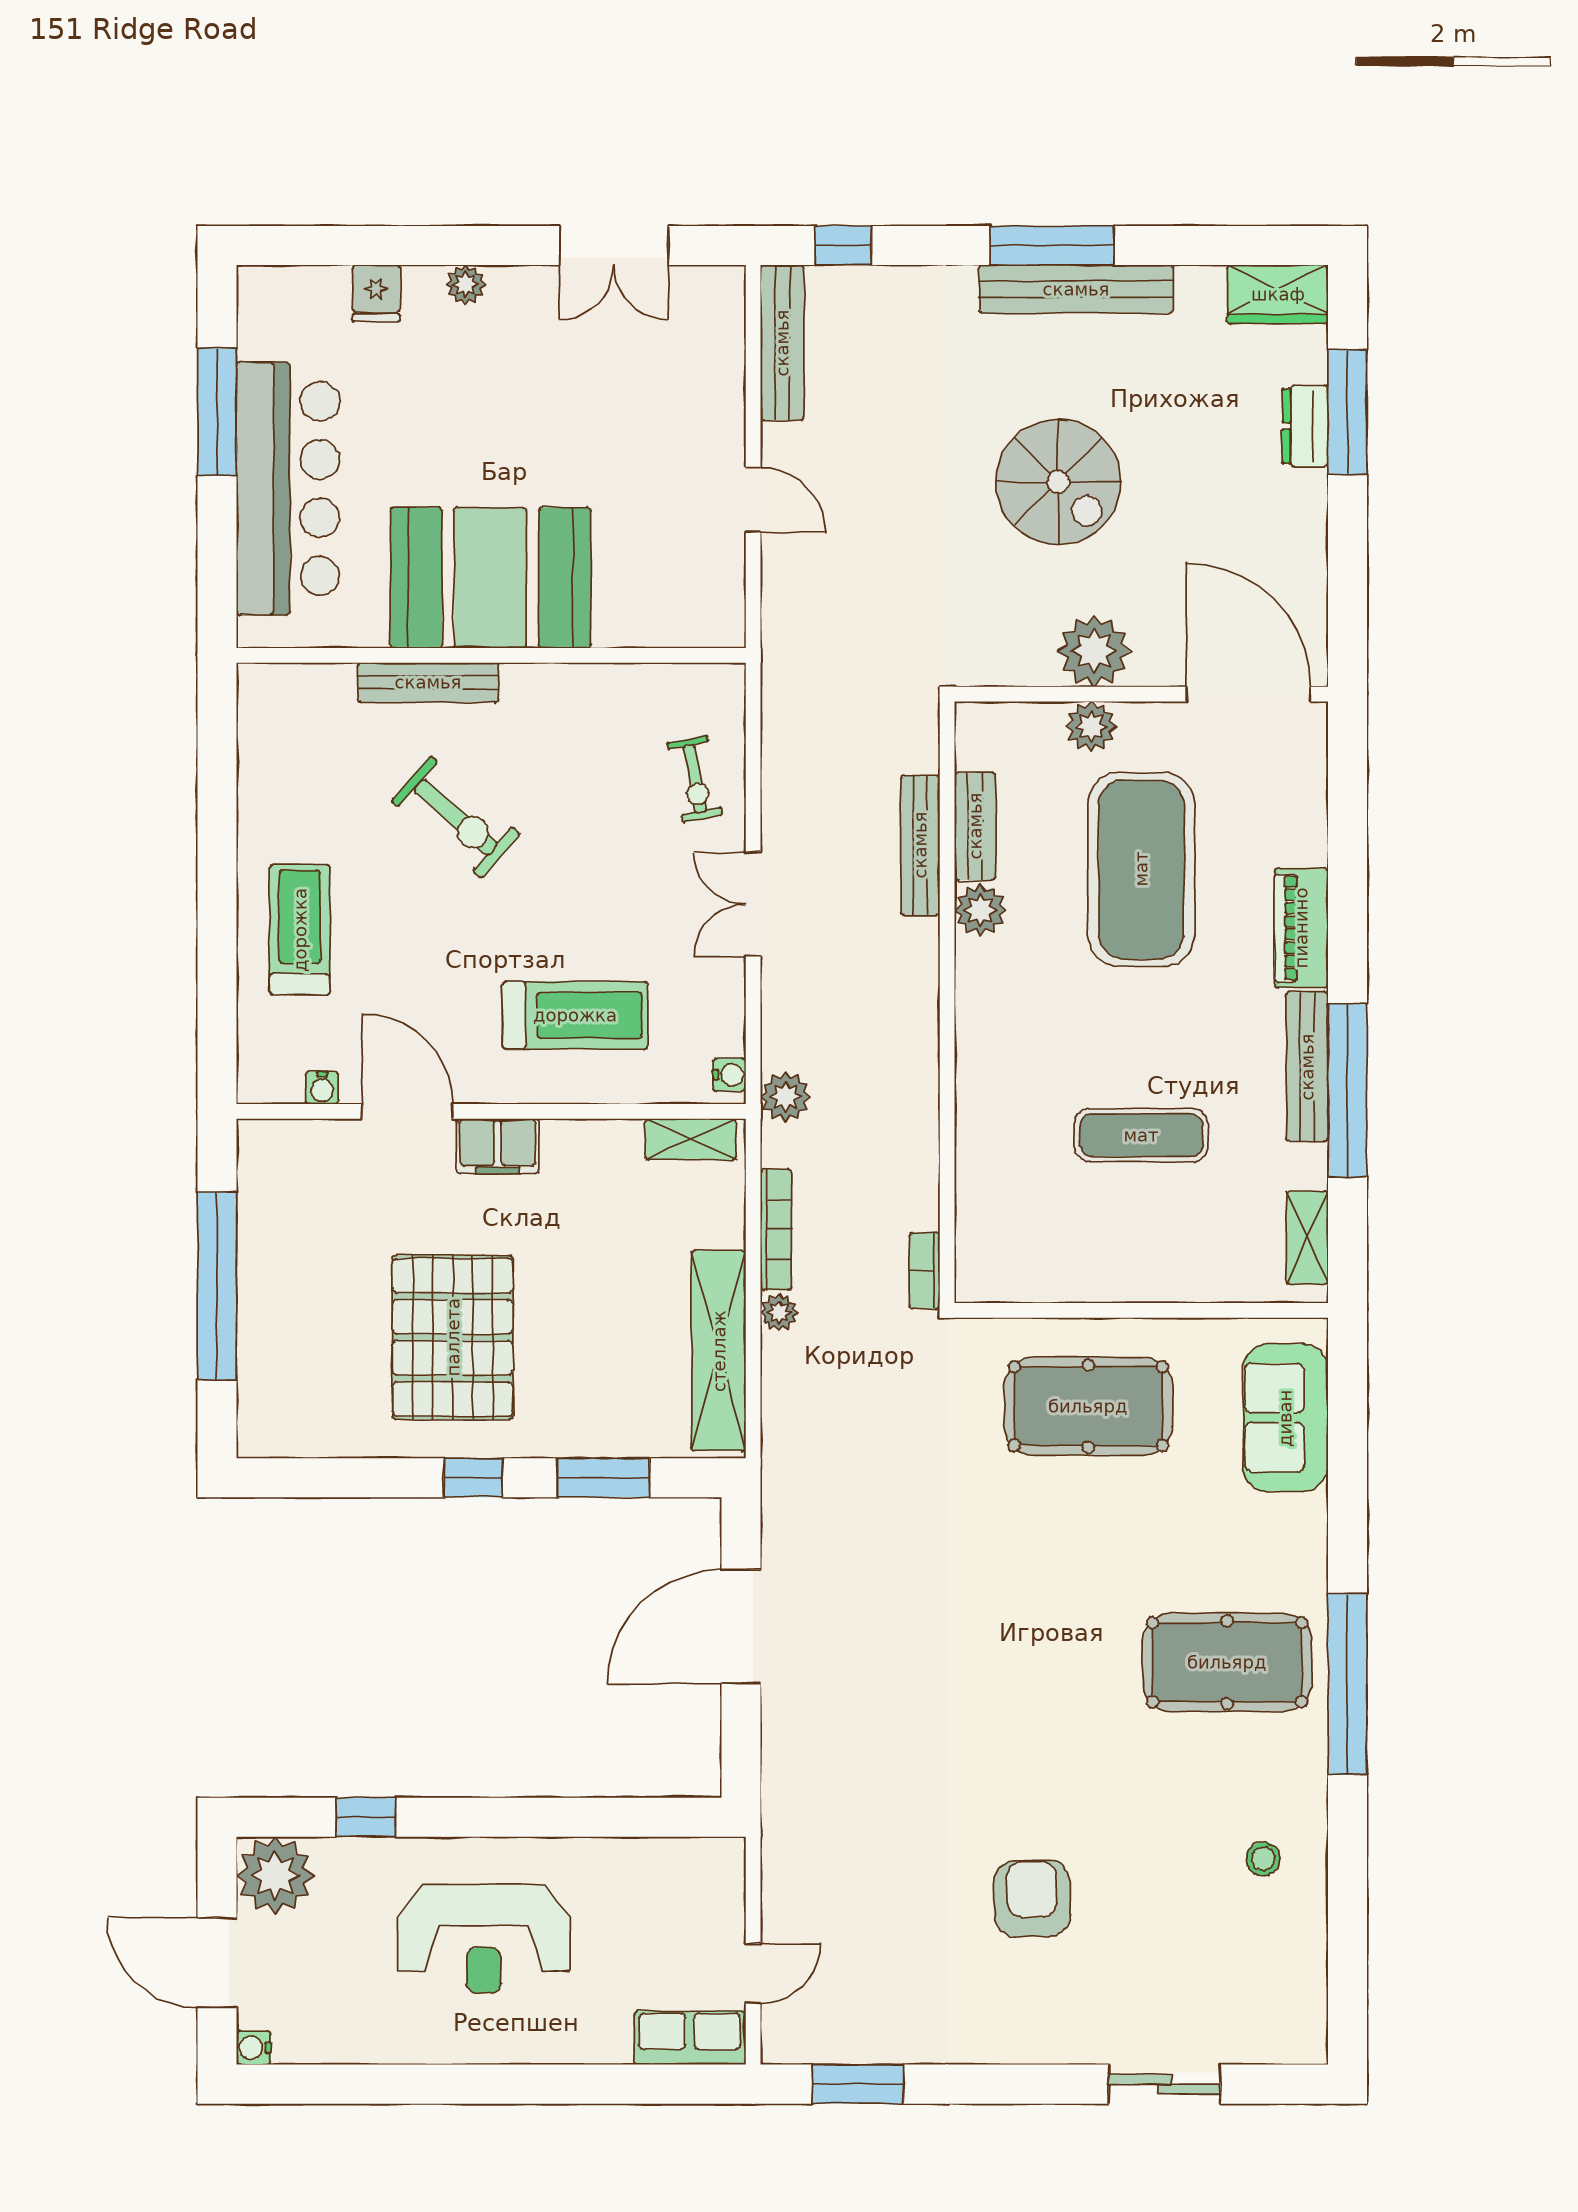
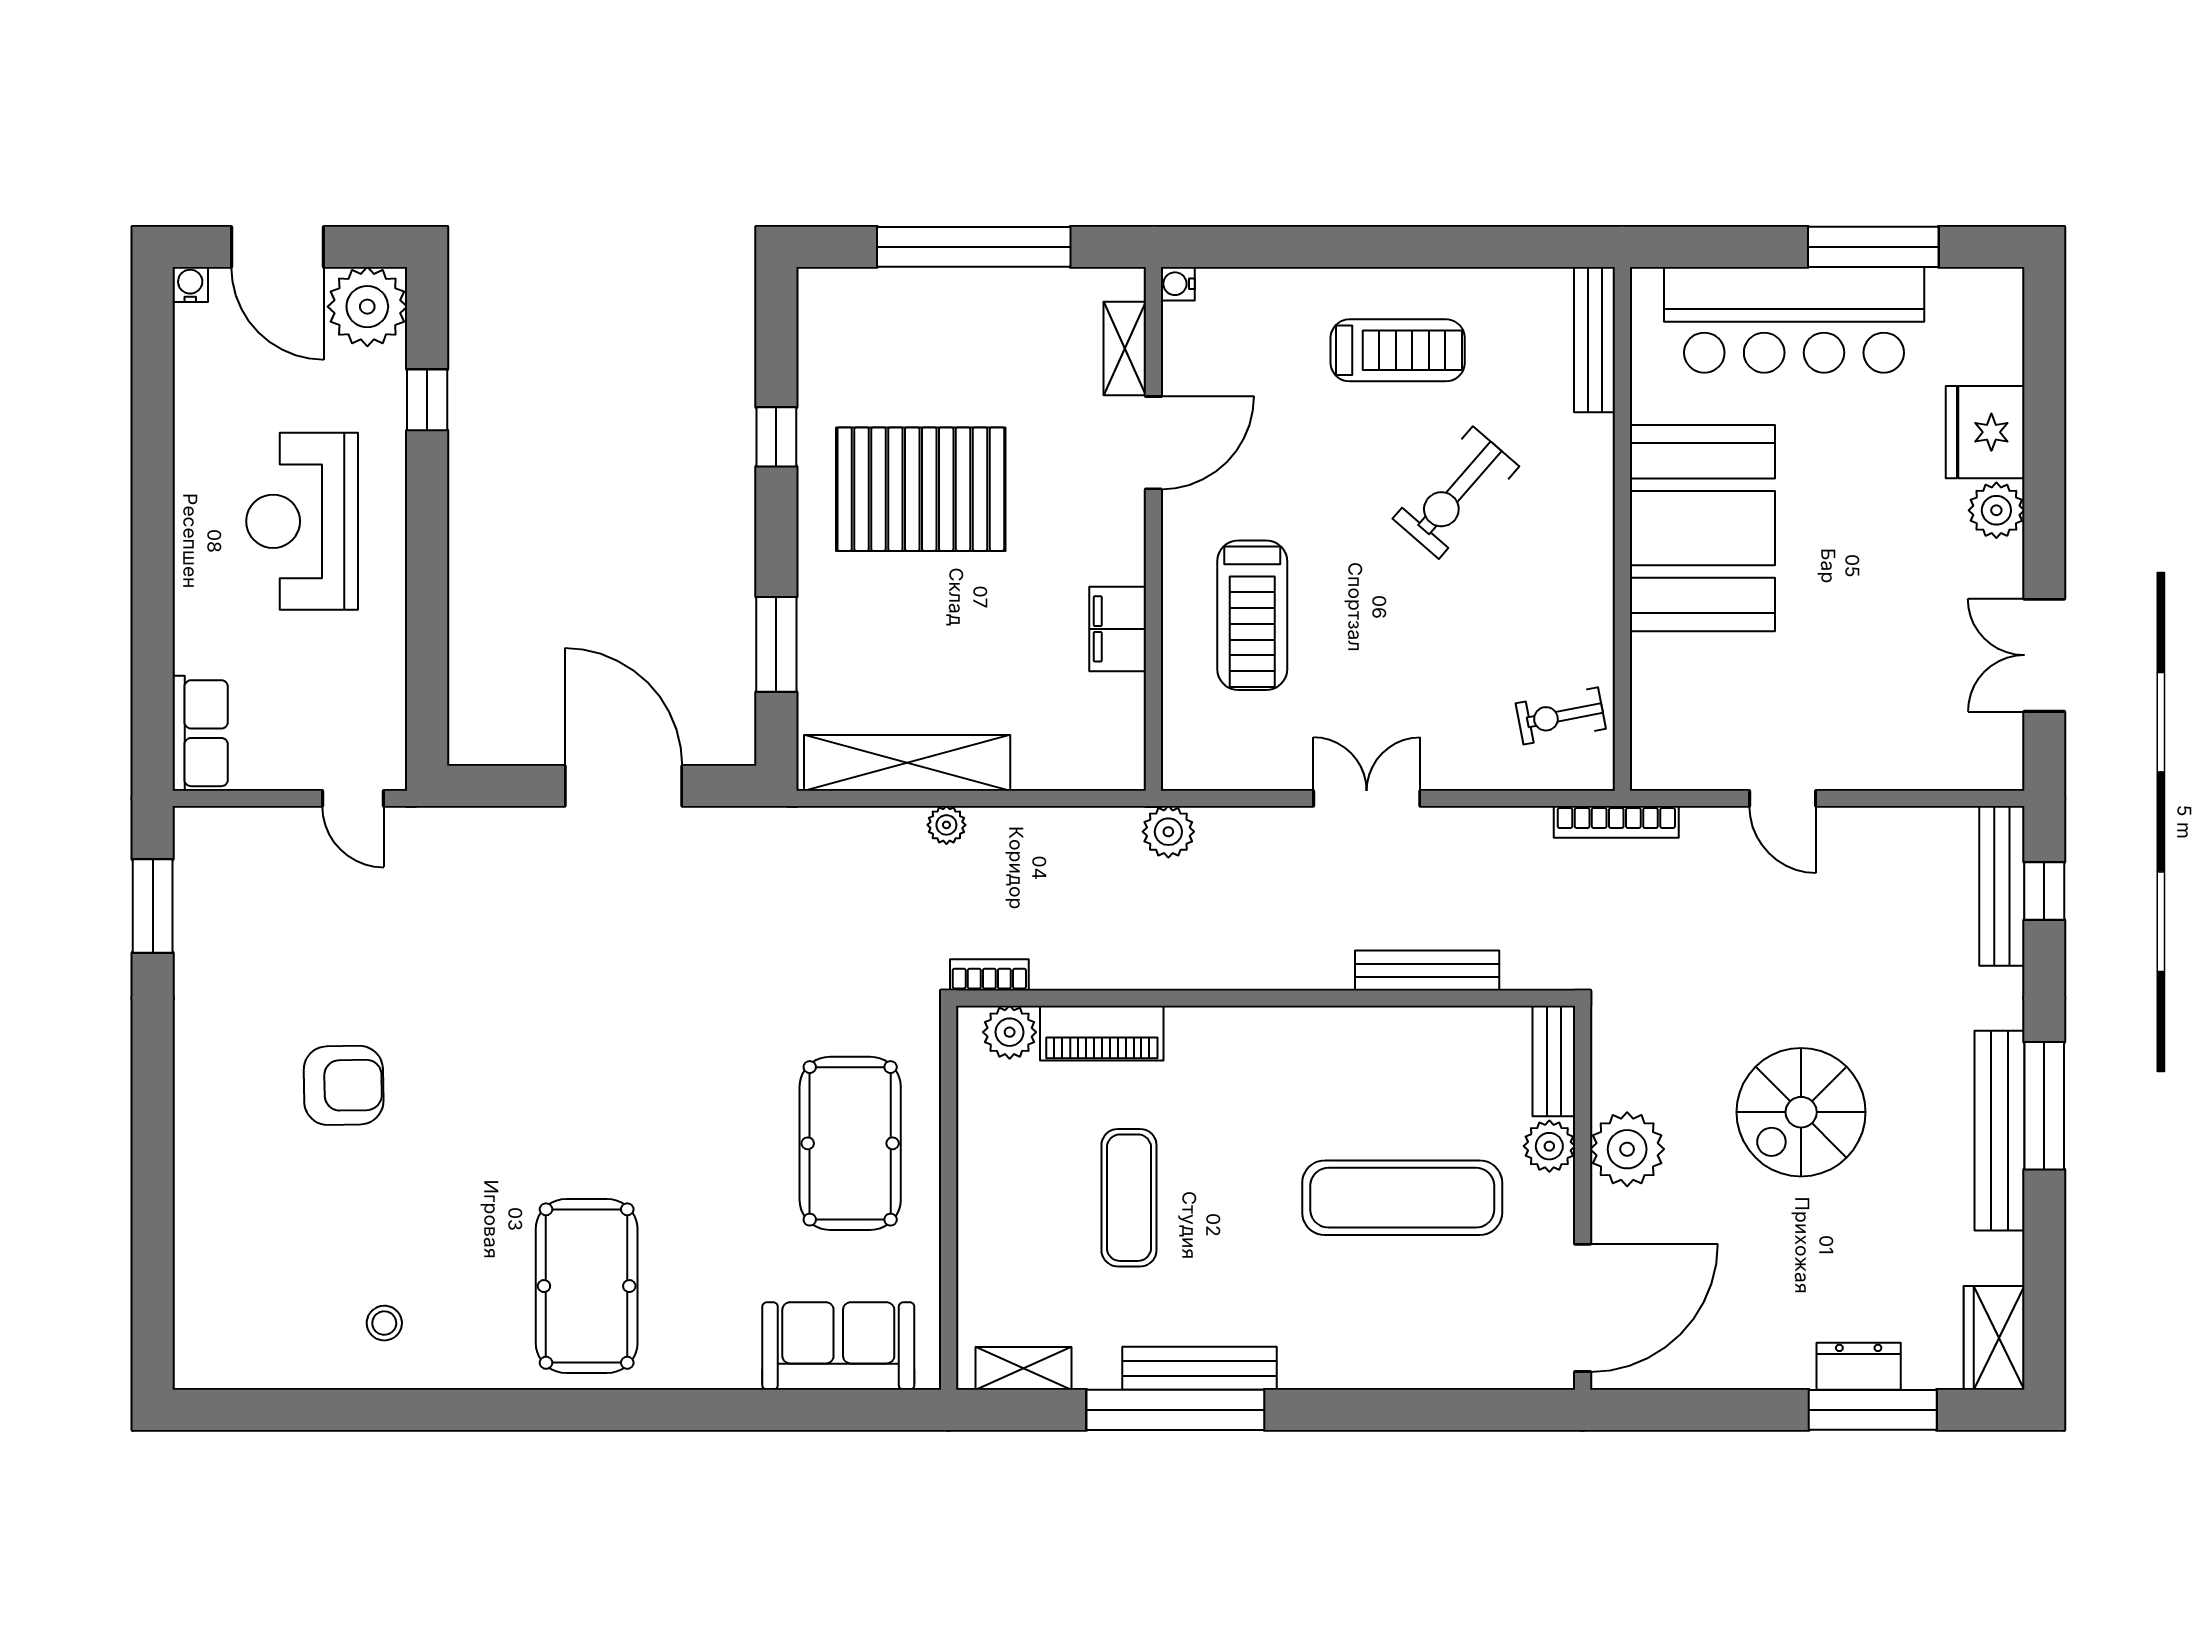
plant: (466, 285) -> (1996, 510), width x1.38, depth x1.38
fridge: (376, 293) -> (1985, 432), width x1.88, depth x1.34
bench: (782, 343) -> (2002, 886), moved, turned 90
door: (753, 500) -> (1783, 798), hinge flipped
bench: (428, 682) -> (1595, 340), moved
exercise bike: (695, 779) -> (1561, 716), moved
bench: (975, 826) -> (1554, 1061), moved, turned 90
exercise mat: (1141, 869) -> (1402, 1198), width x0.68
plant: (980, 910) -> (1010, 1032), moved
piano: (1301, 928) -> (1102, 1033), moved, turned 180
treadmill: (300, 930) -> (1398, 350), moved
water cooler: (729, 1075) -> (1191, 774), removed
water cooler: (322, 1088) -> (1178, 284), moved
shelving: (691, 1139) -> (1125, 348), moved
filing cabinet: (498, 1146) -> (1118, 629), moved
bookcase: (776, 1229) -> (1616, 822), moved
window: (473, 1478) -> (776, 437), moved
window: (1347, 1684) -> (564, 1410), removed
door: (217, 1963) -> (278, 247), swing flipped
door: (753, 1974) -> (353, 798), moved
sliding door: (1165, 2084) -> (153, 1222), removed

